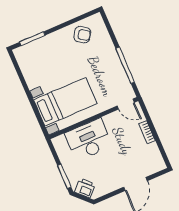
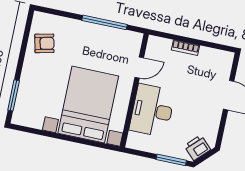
armchair: (82, 35) -> (44, 43), turned 43
bed with nightstands: (65, 102) -> (88, 105), width x1.36
door: (126, 104) -> (139, 68), moved

